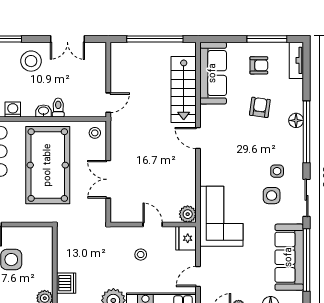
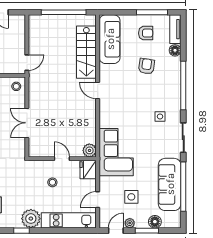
floor lamp: (296, 120) -> (175, 50), moved
side table: (272, 196) -> (131, 197), moved

